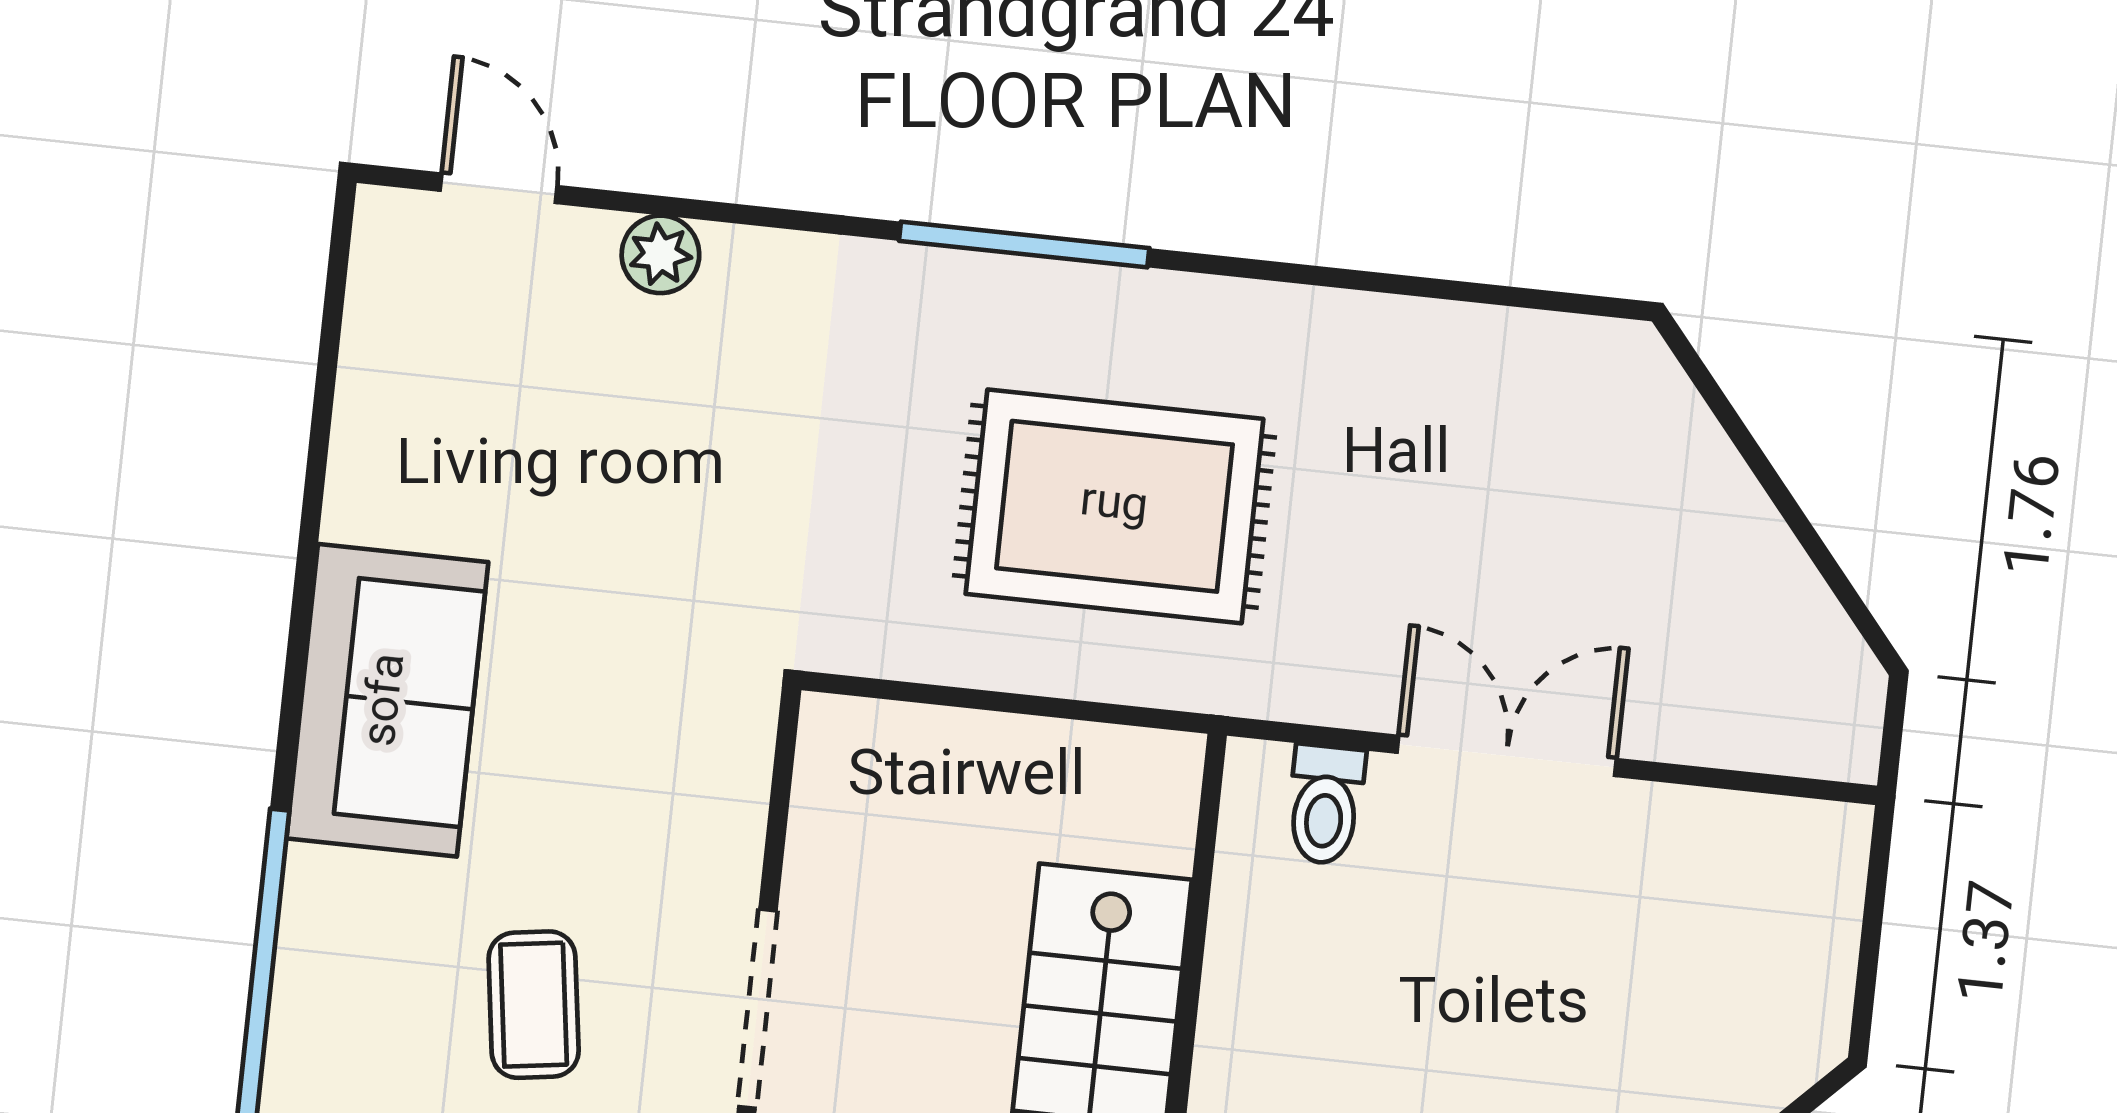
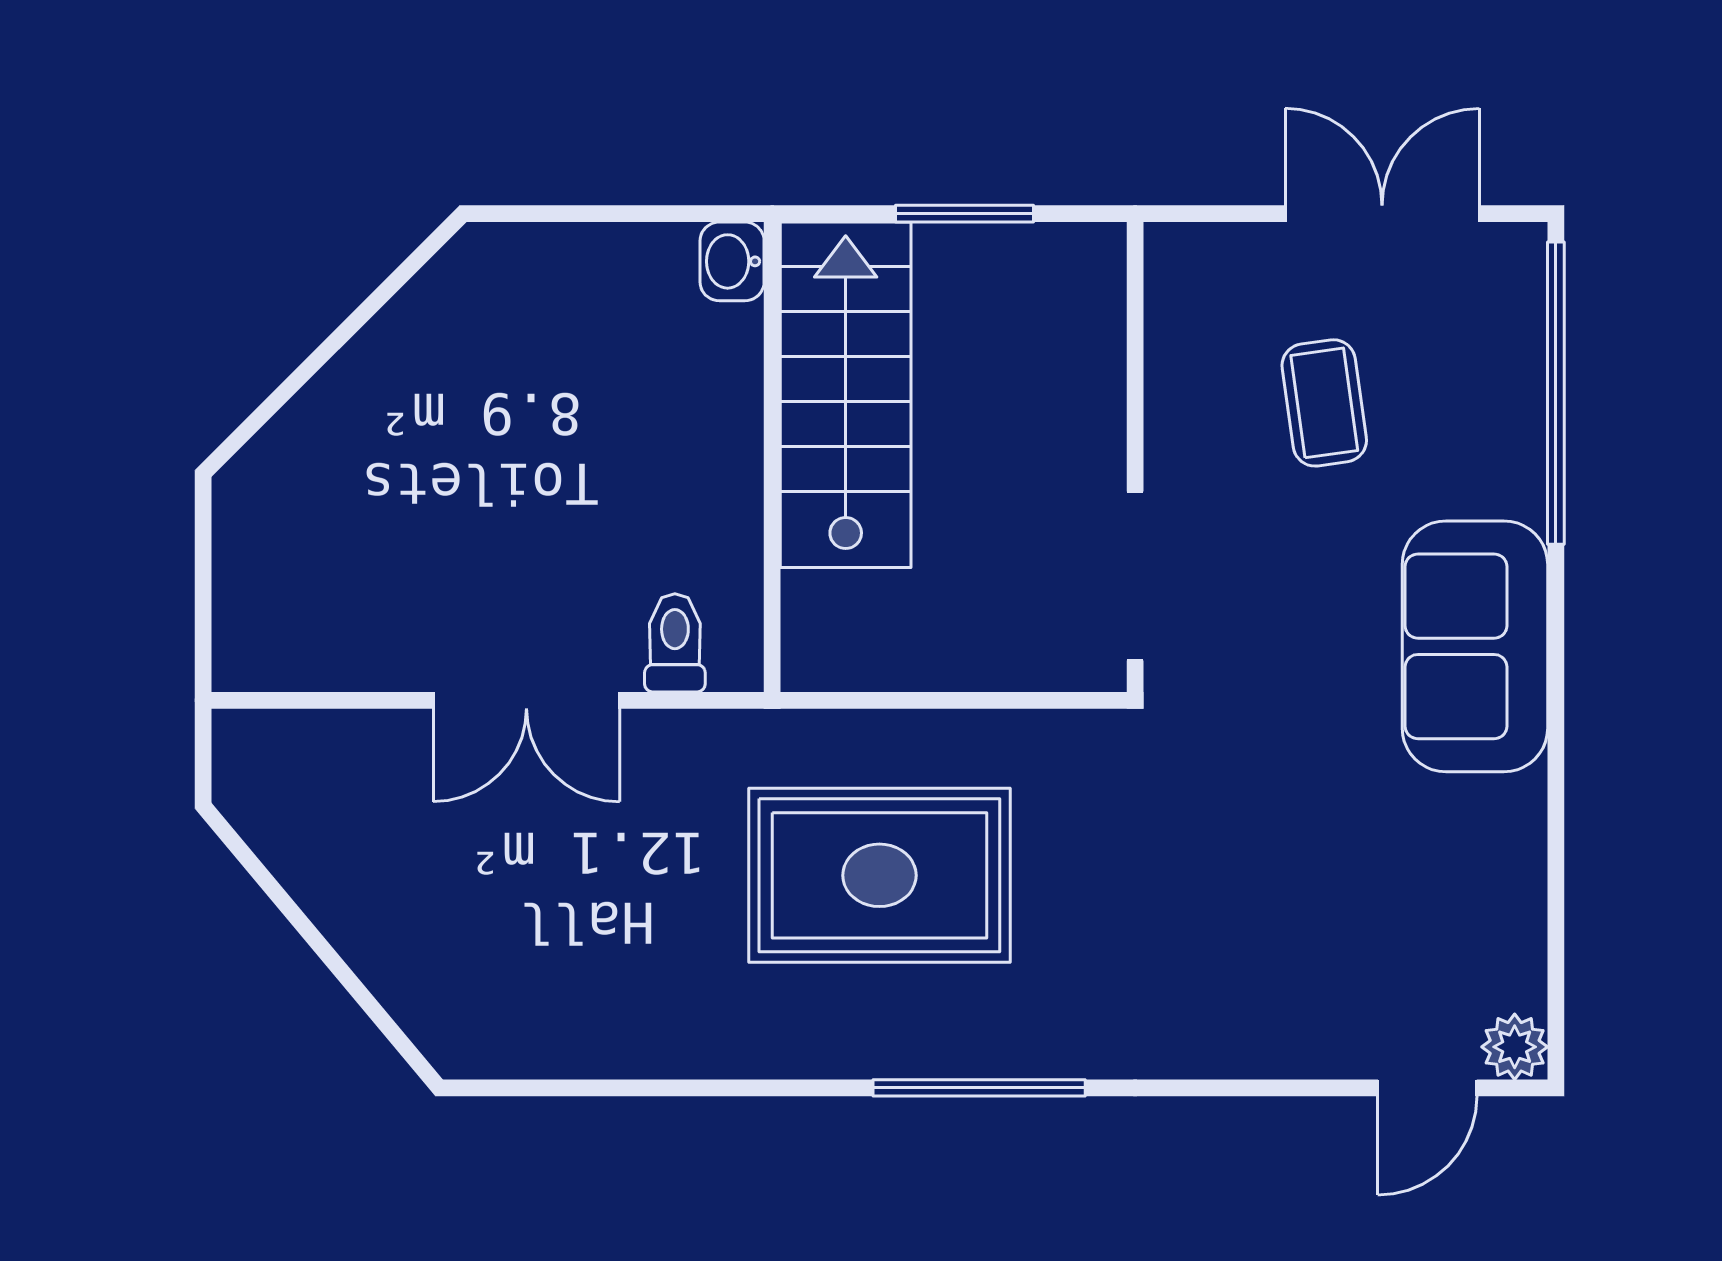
door: (499, 188) -> (1427, 1088), hinge flipped
plant: (660, 254) -> (1515, 1047), moved
doorway: (757, 1009) -> (1135, 576), moved

